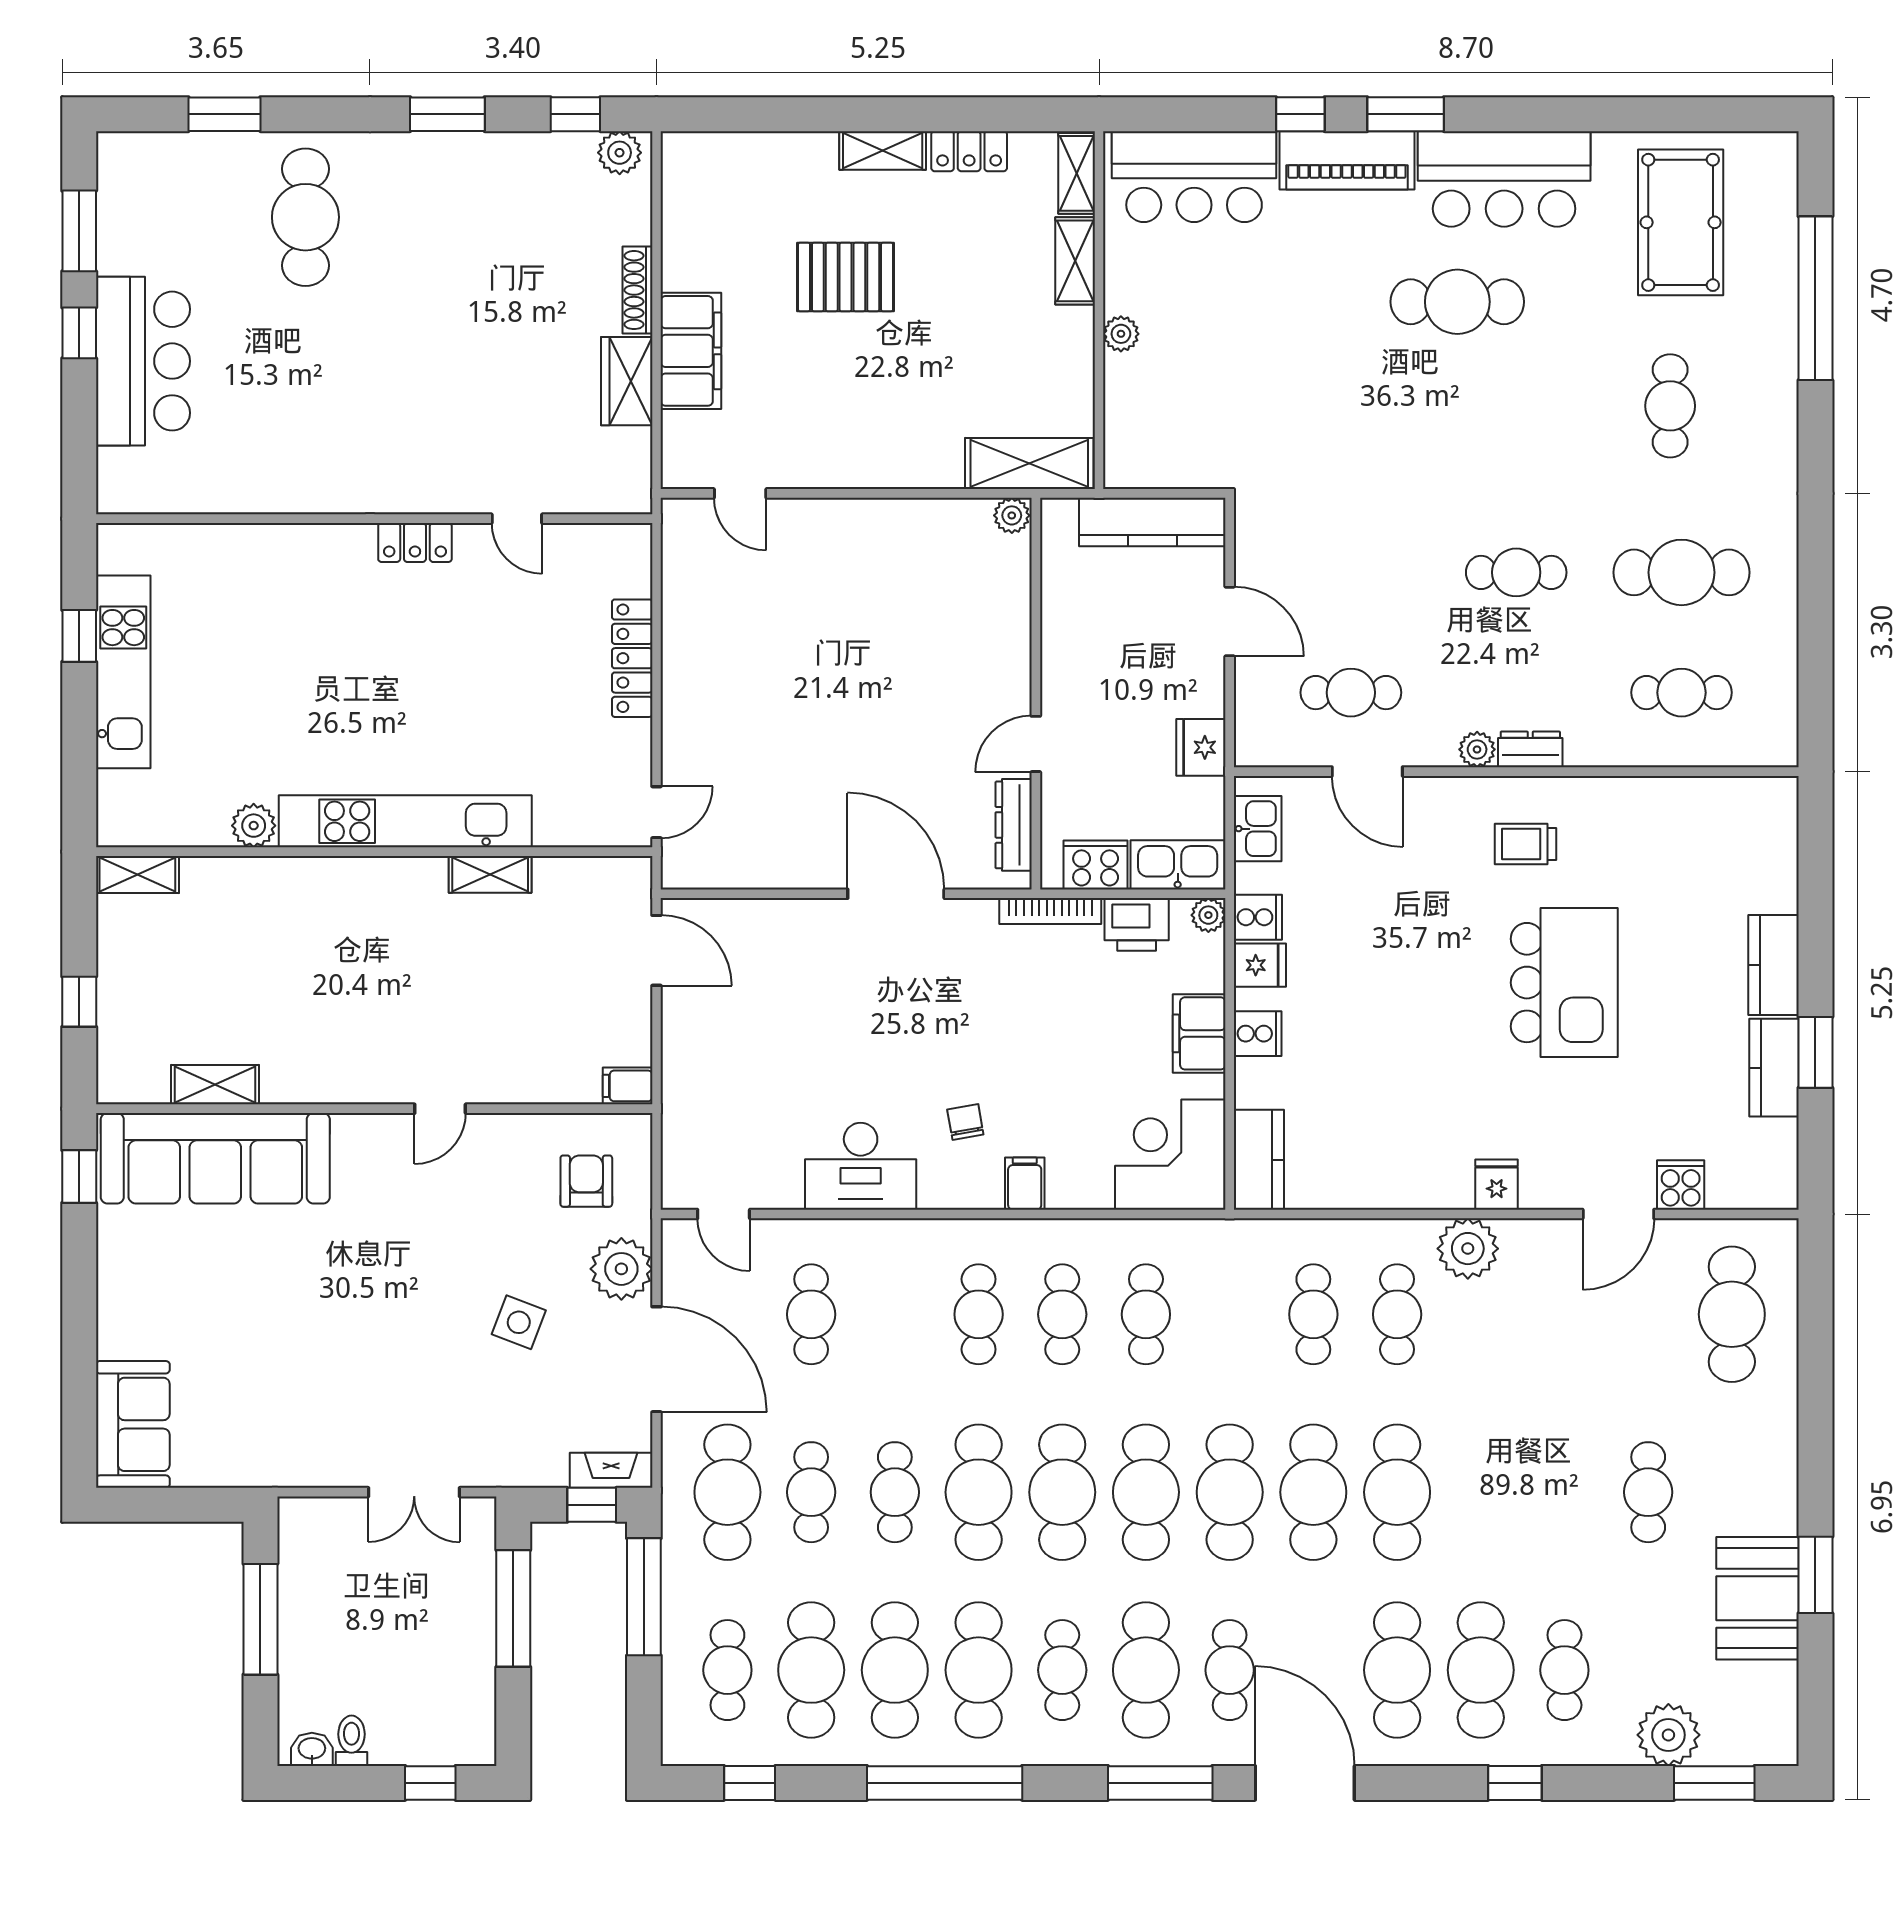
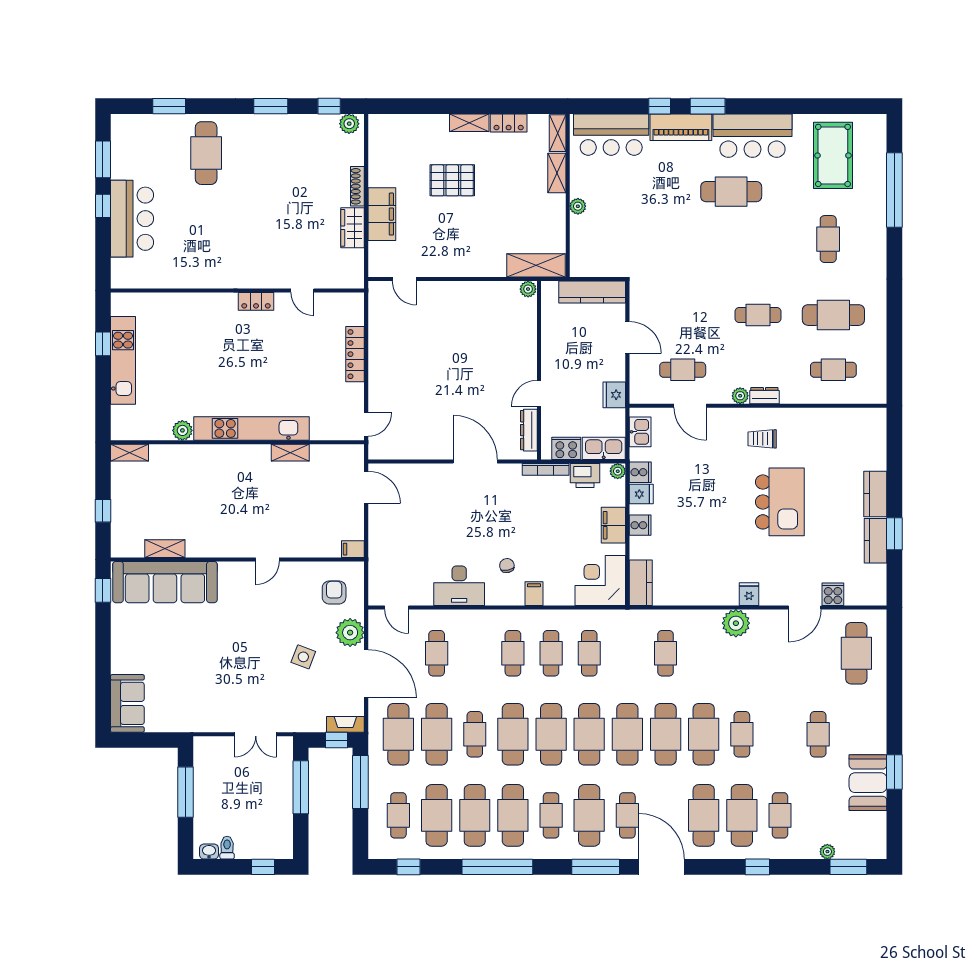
cafe table: (1397, 1314) -> (742, 734), moved
cafe table: (811, 1492) -> (437, 734), width x1.37, depth x1.35
plant: (1668, 1735) -> (827, 852), width x0.53, depth x0.53

